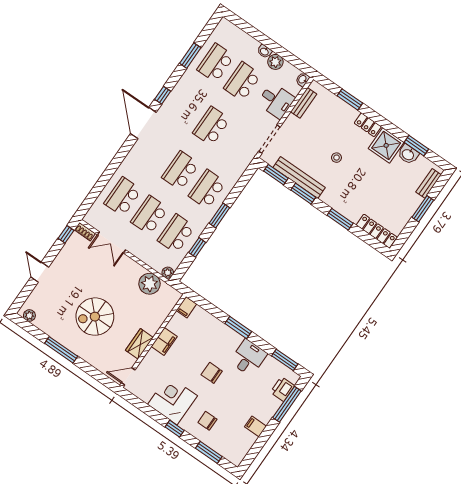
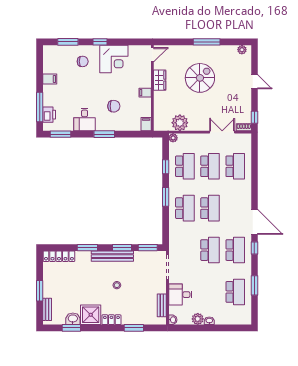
school desk: (242, 81) -> (235, 250), moved
bench: (299, 178) -> (112, 256), moved
filing cabinet: (164, 341) -> (145, 93), width x0.50
chair: (212, 373) -> (114, 106), moved

